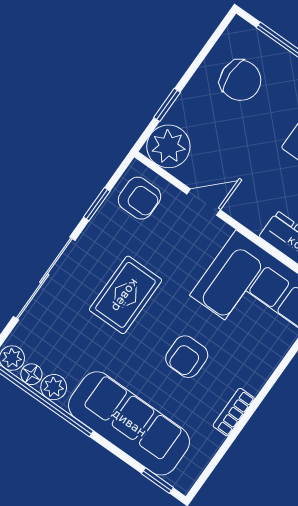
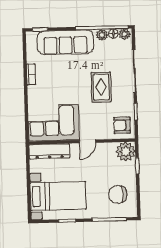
door: (204, 202) -> (88, 141), moved
armchair: (187, 357) -> (63, 82), removed

